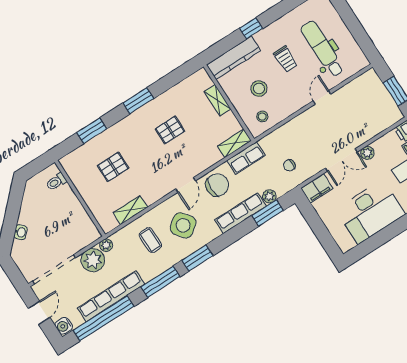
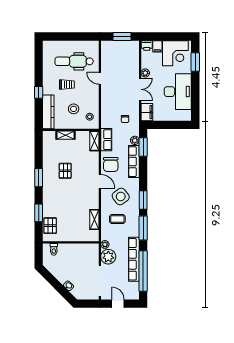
pallet: (113, 167) -> (50, 226), moved
chair: (217, 185) -> (111, 164), turned 180
water cooler: (64, 326) -> (133, 295), removed

